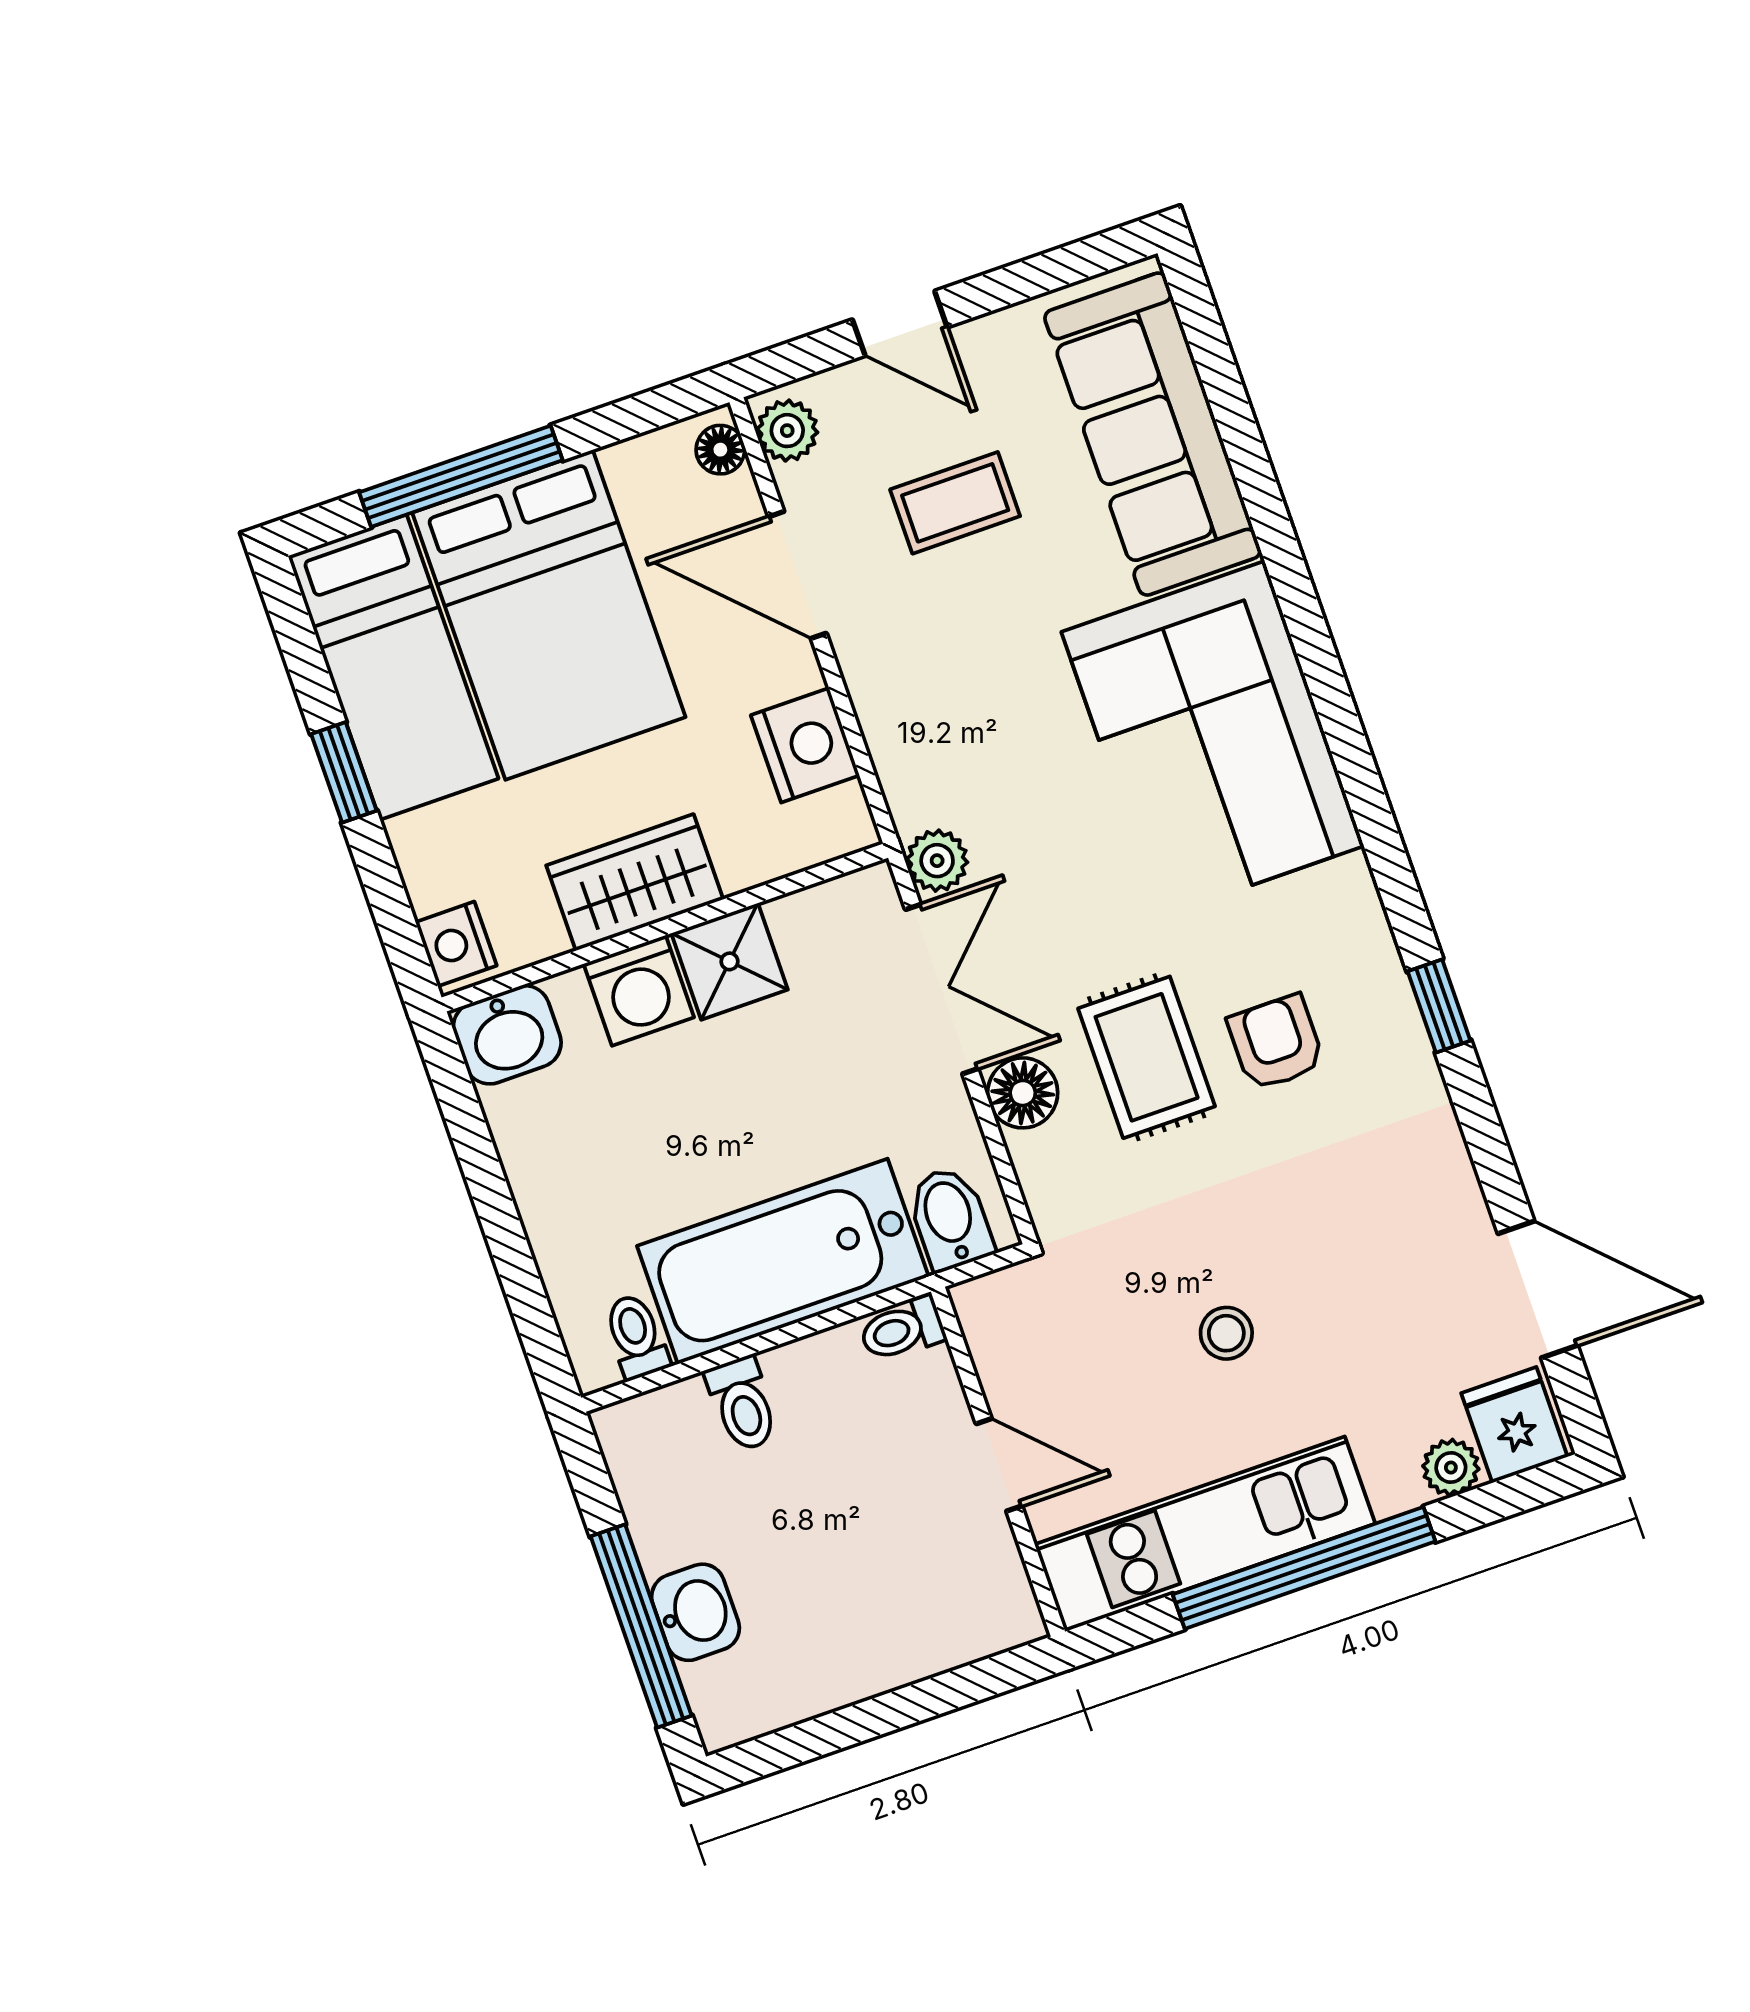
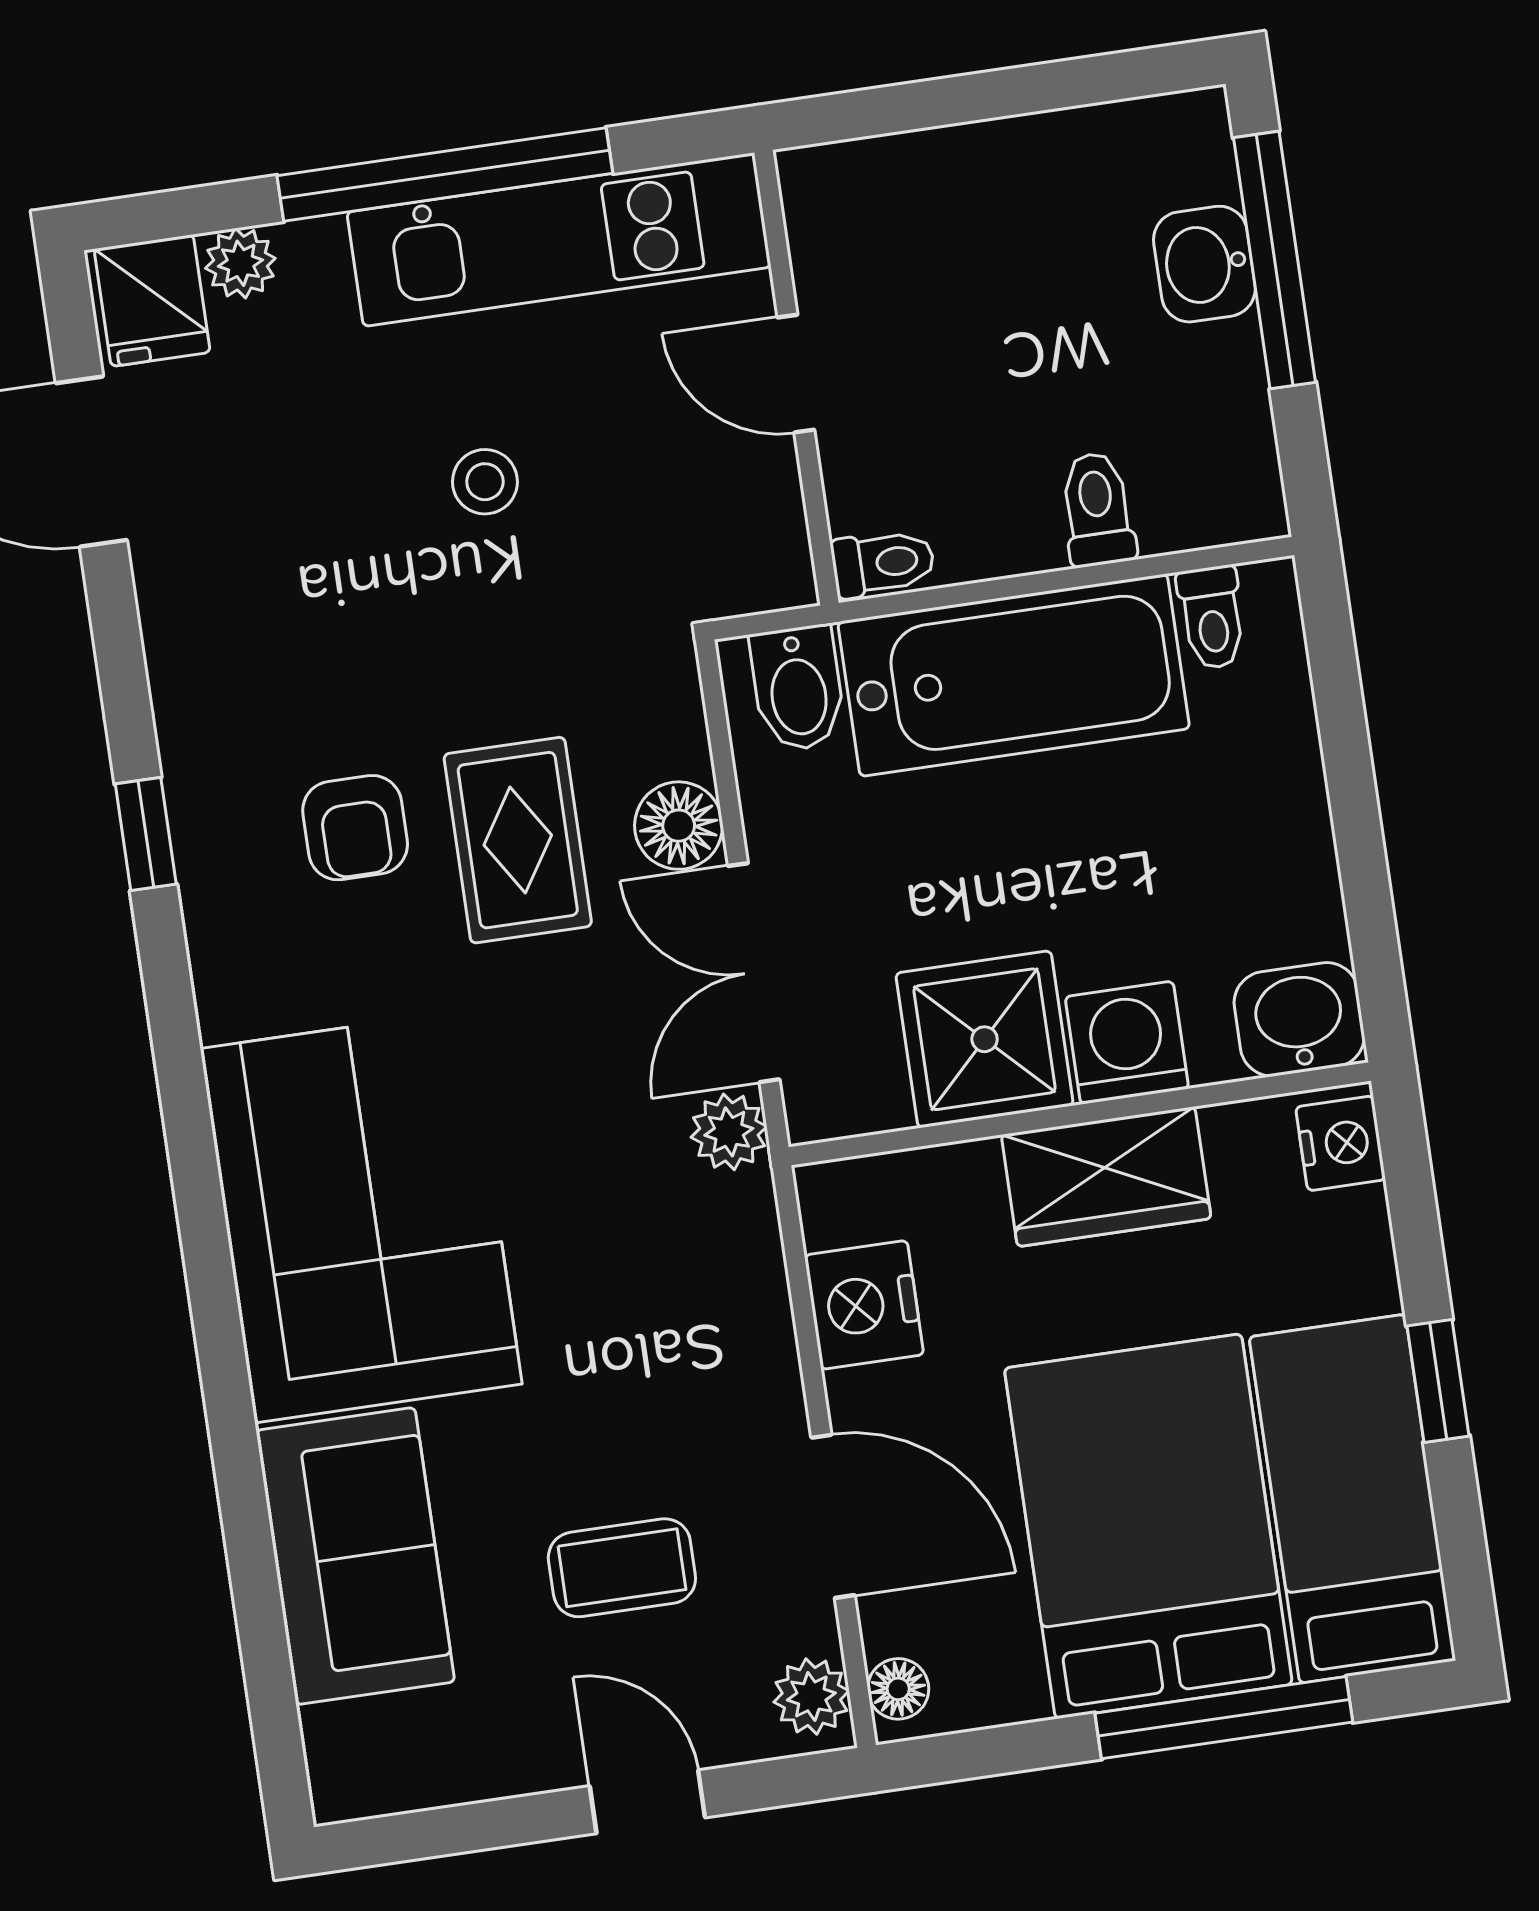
sofa: (1153, 434) -> (355, 1556), width x0.73
shower: (730, 961) -> (985, 1039), width x1.36, depth x1.36

